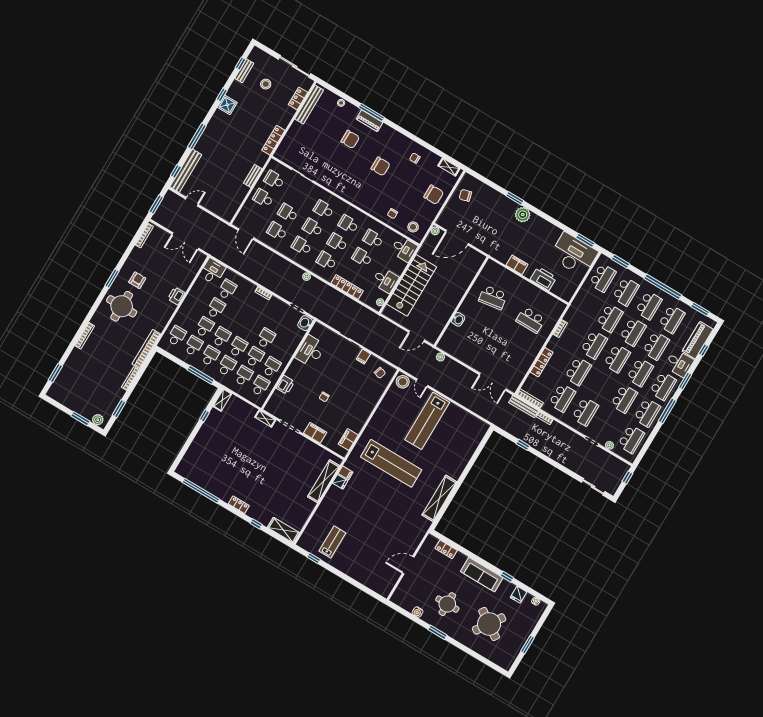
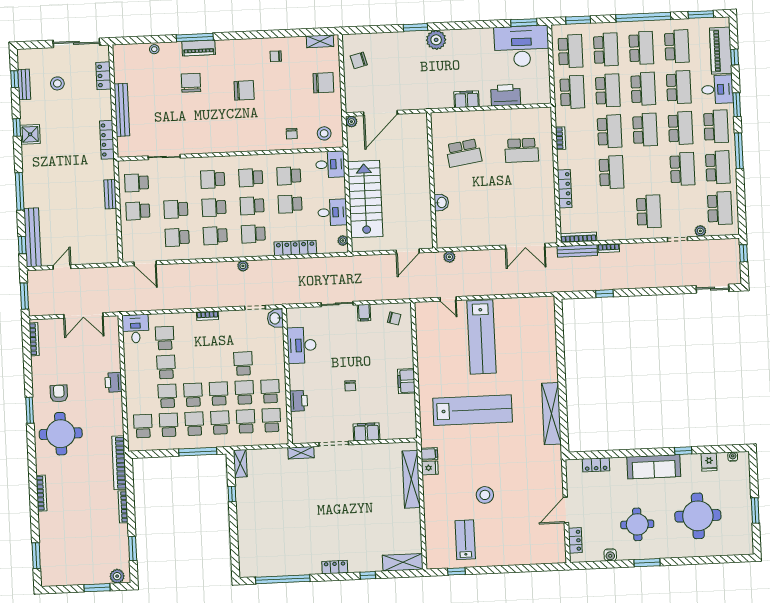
bench: (309, 105) -> (122, 110), moved
chair: (350, 139) -> (191, 83), turned -90
stool: (403, 382) -> (485, 495), moved
school desk: (562, 398) -> (572, 92), moved
filing cabinet: (348, 440) -> (406, 381), moved
locker: (402, 588) -> (575, 540), added
round table: (489, 624) -> (698, 516), turned -34

